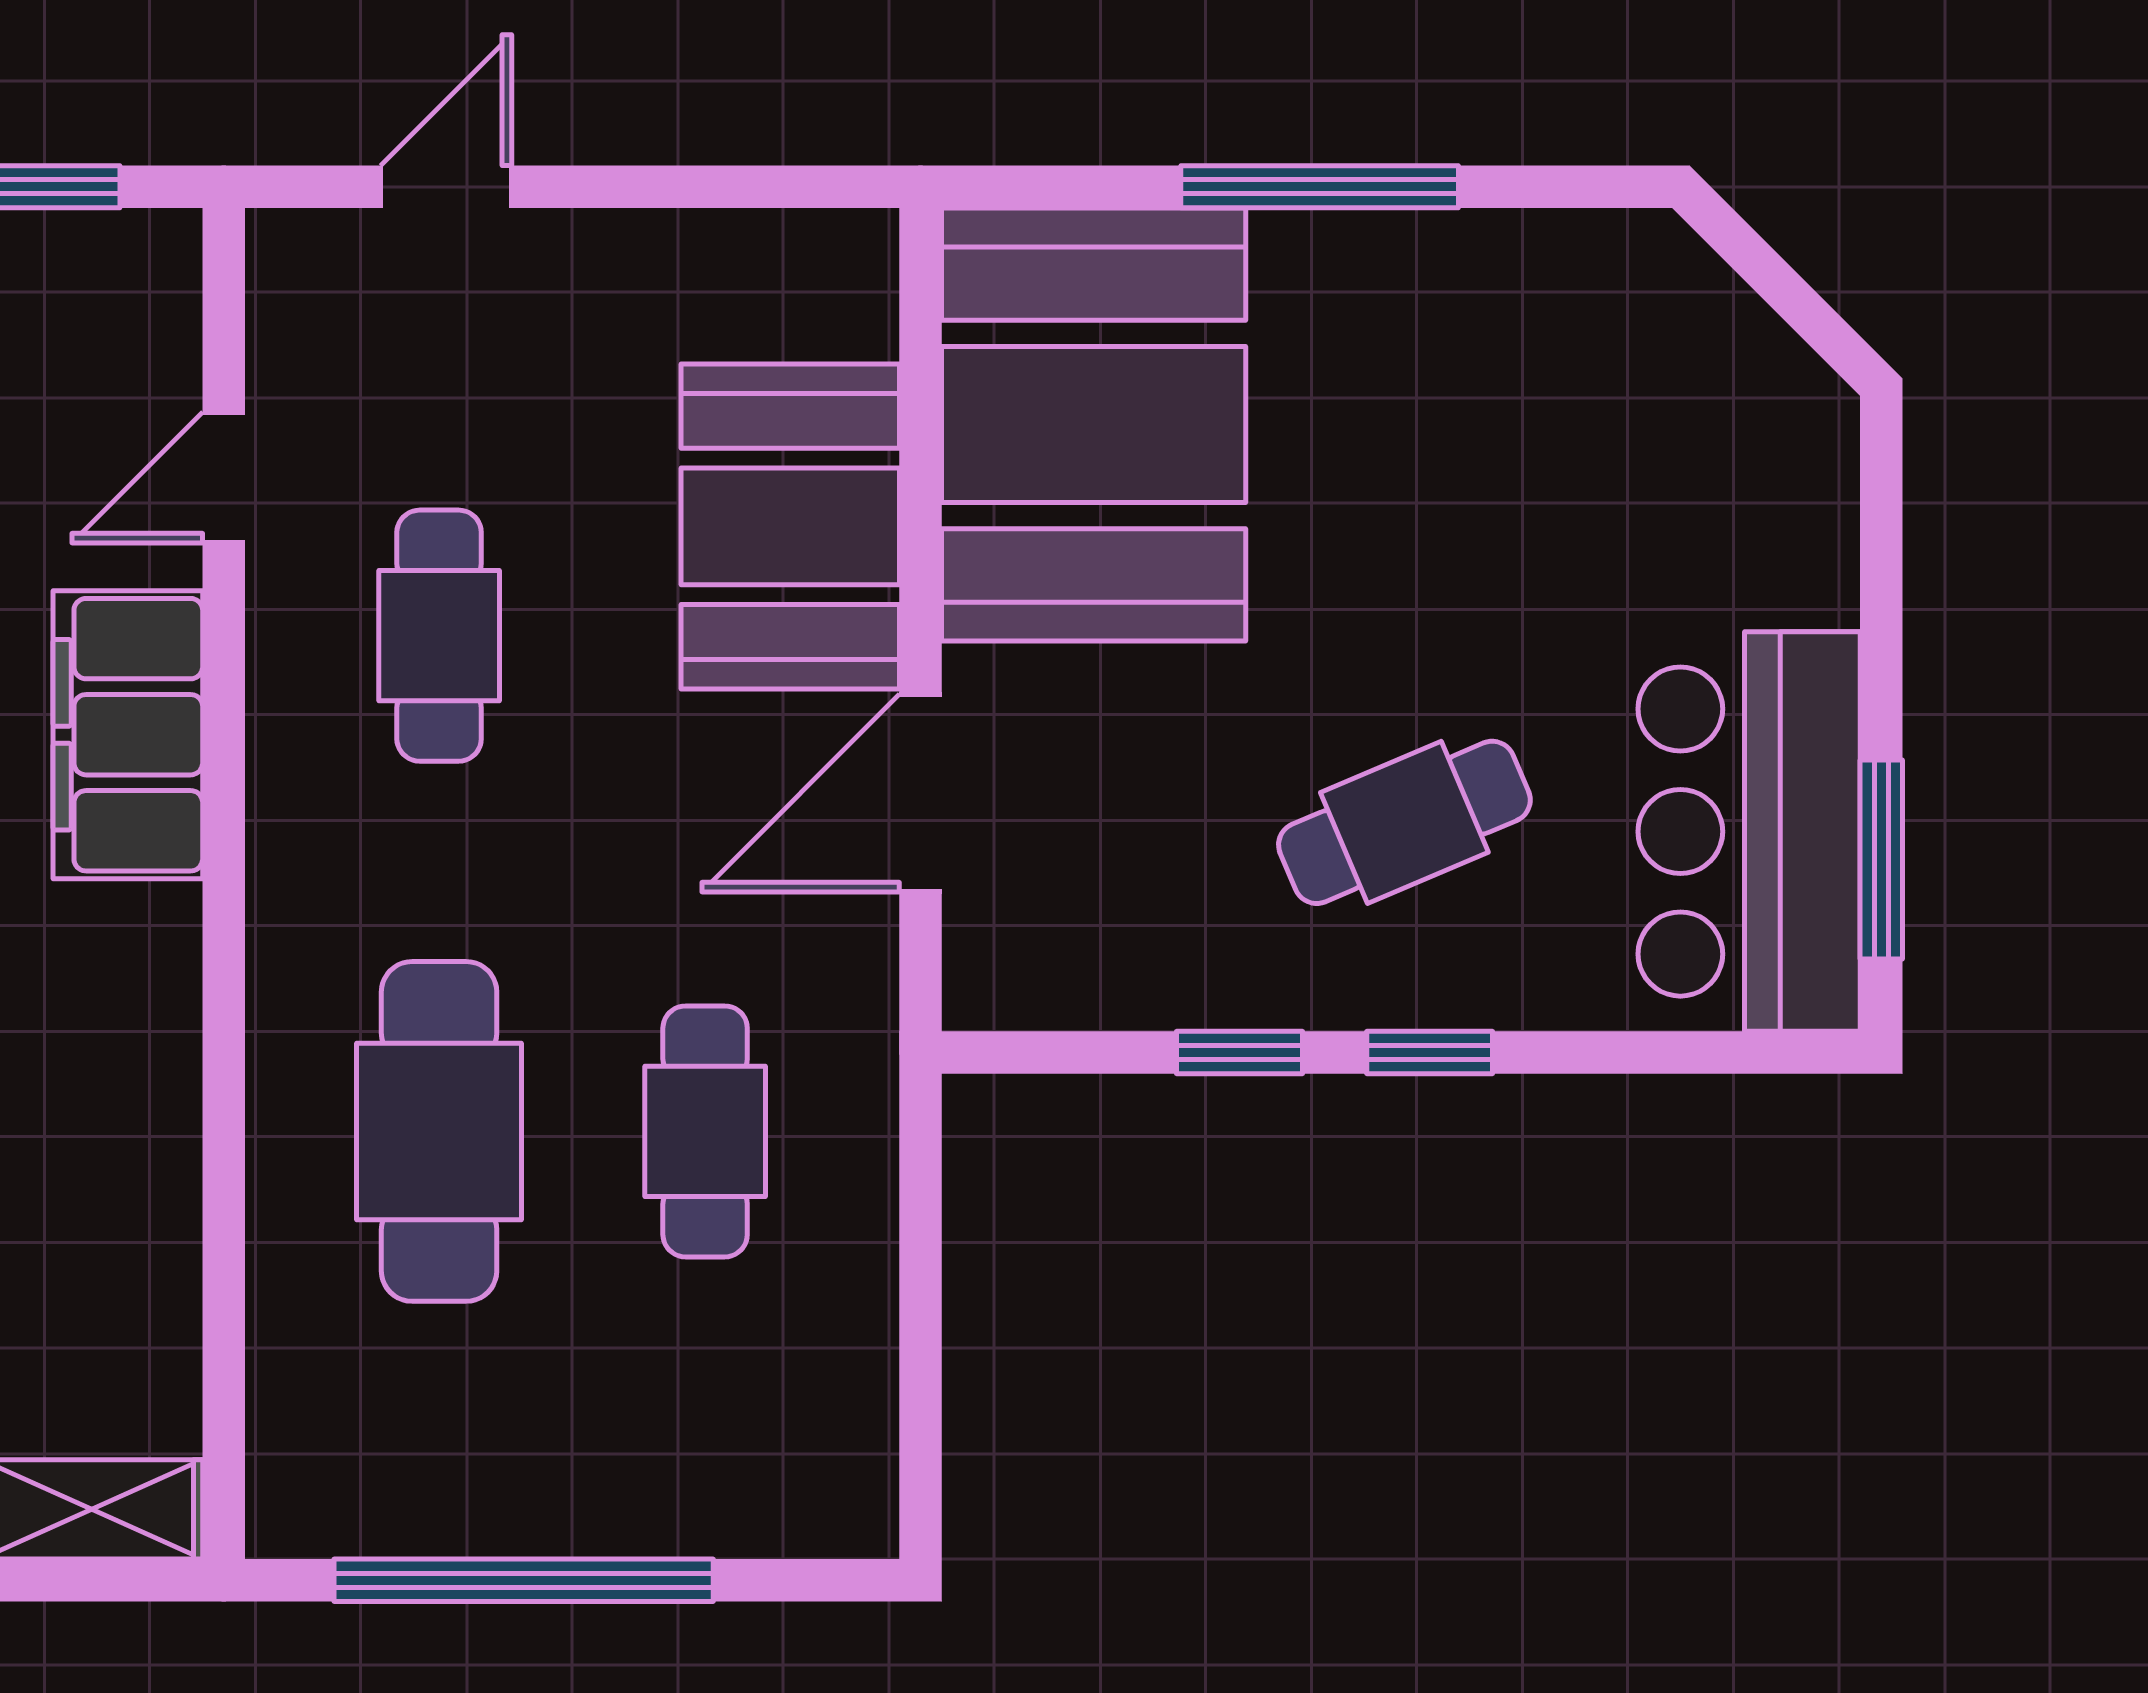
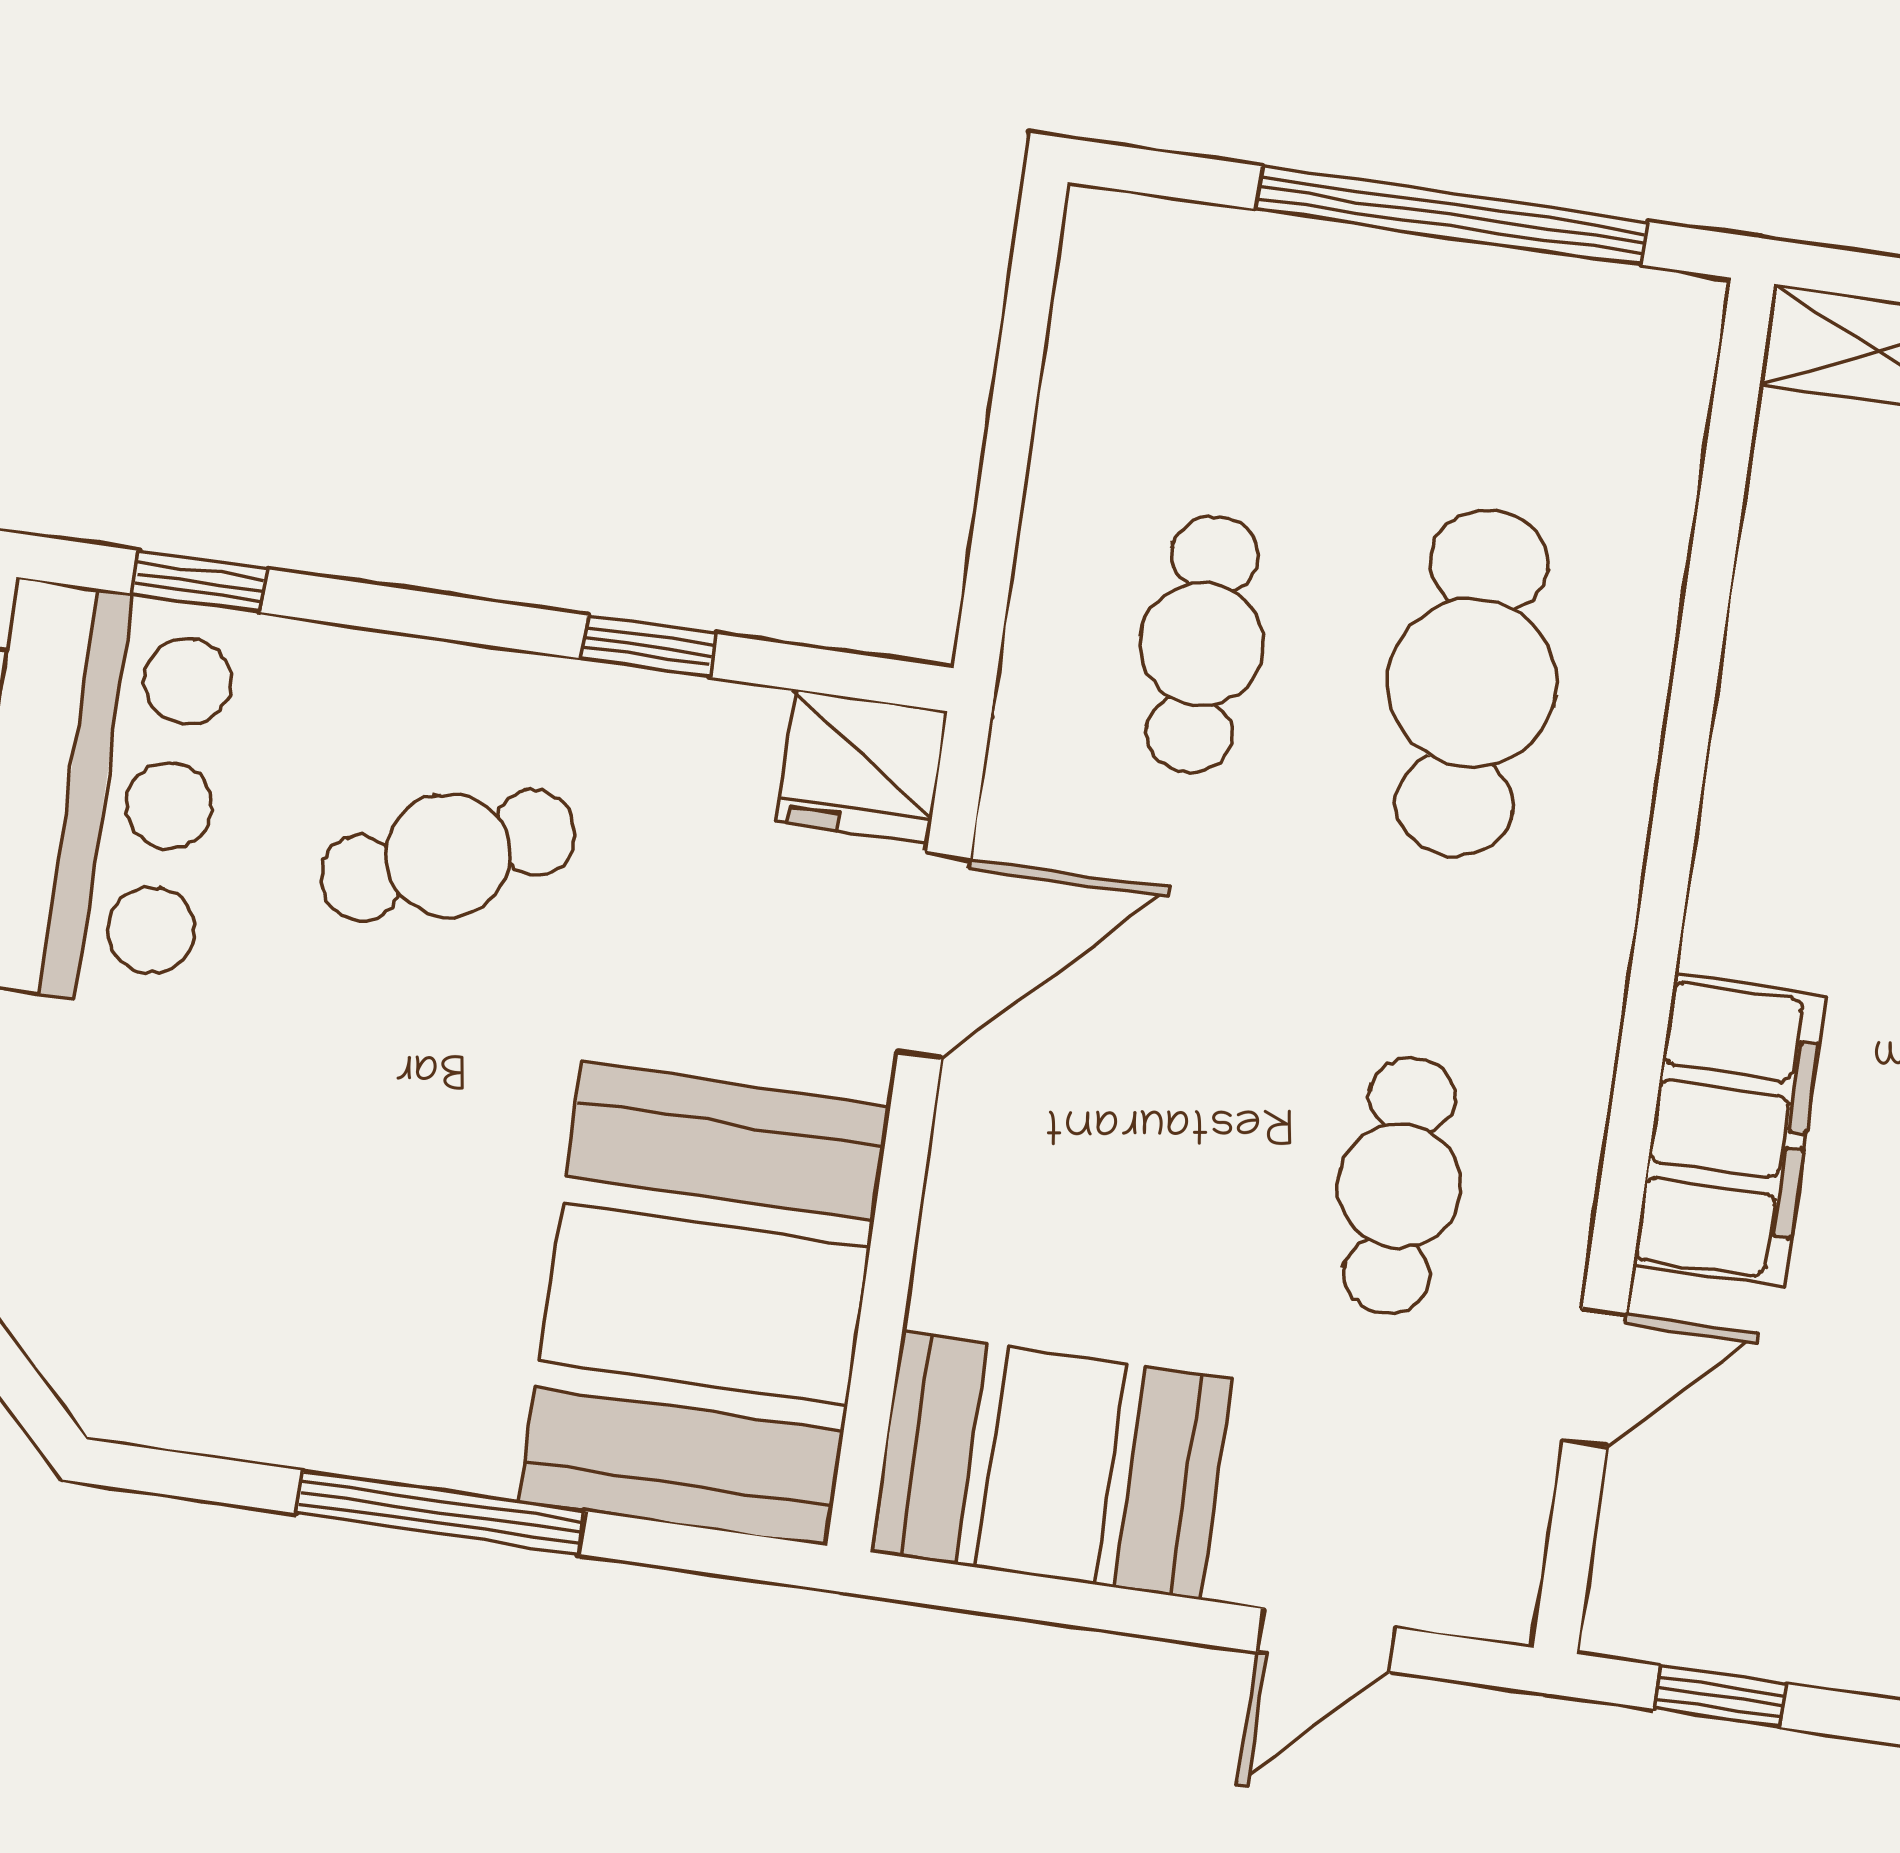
booth: (790, 526) -> (1051, 1465), moved, turned 90
fridge: (1017, 966) -> (861, 766), added
window: (1430, 1052) -> (199, 581), moved

